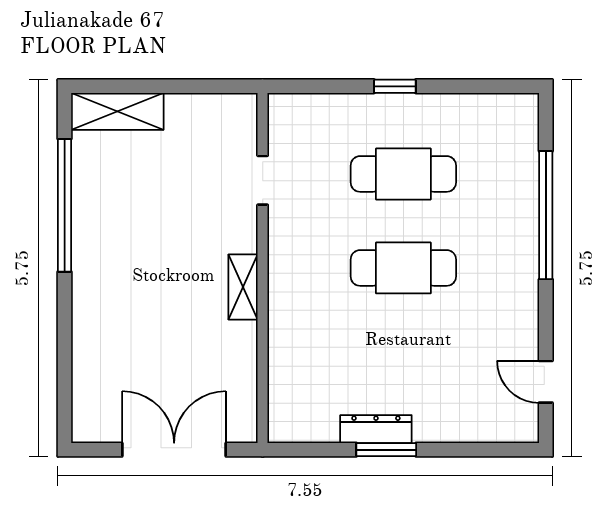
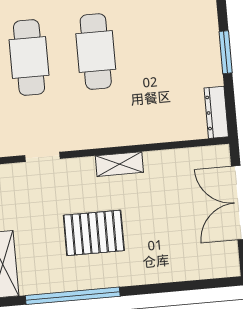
pallet: (150, 243) -> (94, 233), added
dresser: (376, 429) -> (216, 112), moved

